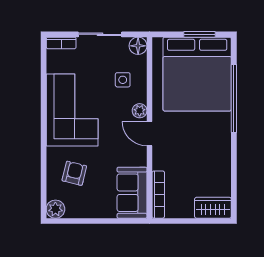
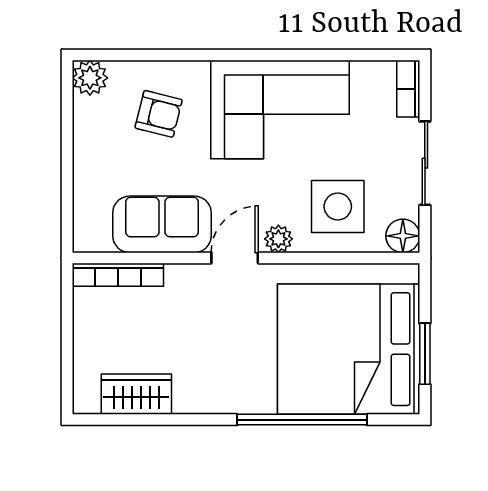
side table: (123, 80) -> (338, 207), width x1.87, depth x1.87
sofa: (132, 193) -> (162, 224), moved
wardrobe: (213, 208) -> (136, 394), moved, turned -90

